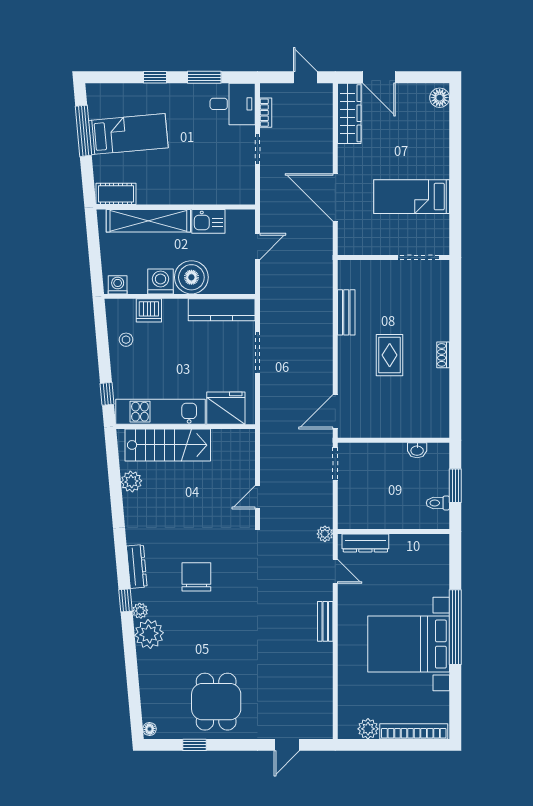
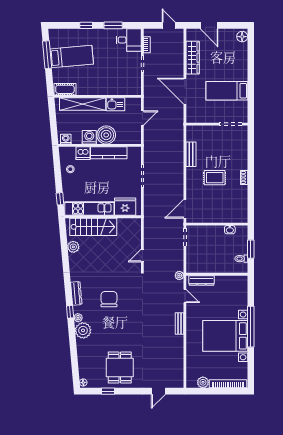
wardrobe: (349, 113) -> (193, 58), moved
kitchen counter: (222, 310) -> (109, 153), moved
rug: (390, 355) -> (215, 178), turned 90

